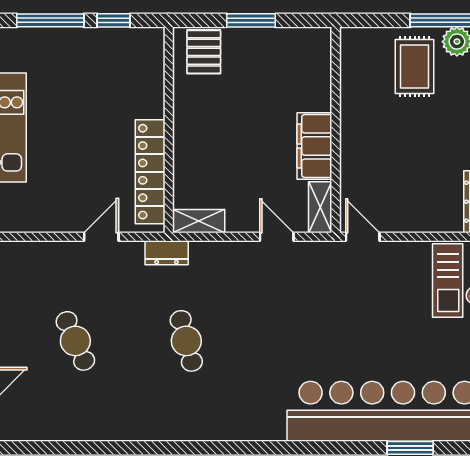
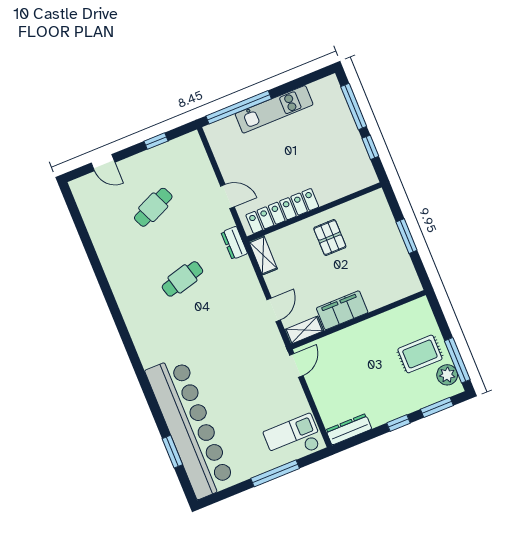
pallet: (204, 52) -> (330, 238), moved, turned 90

